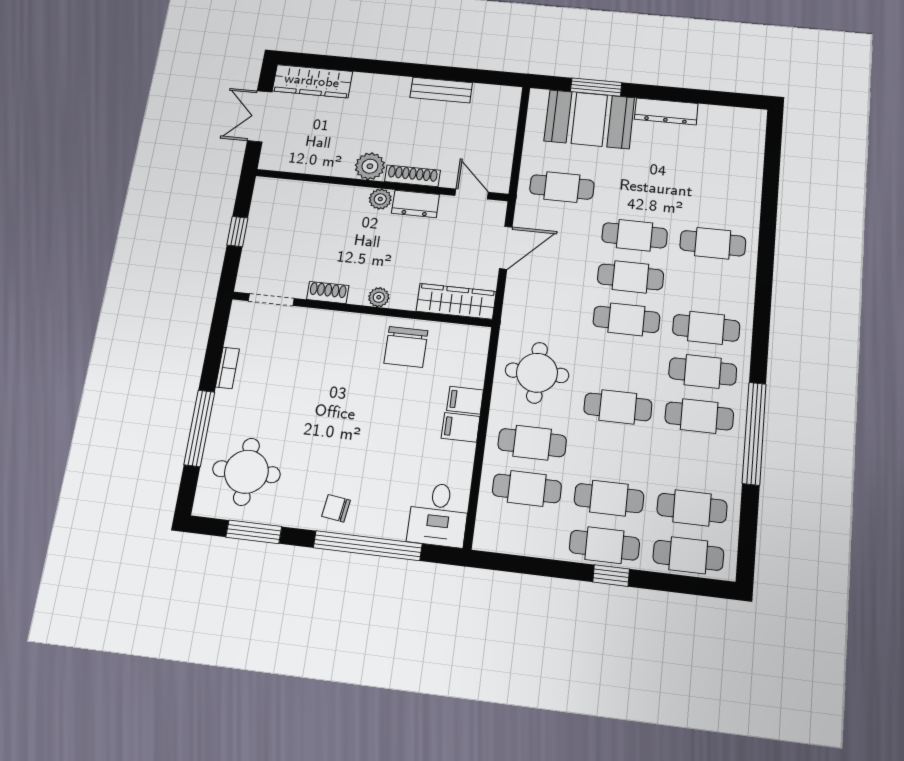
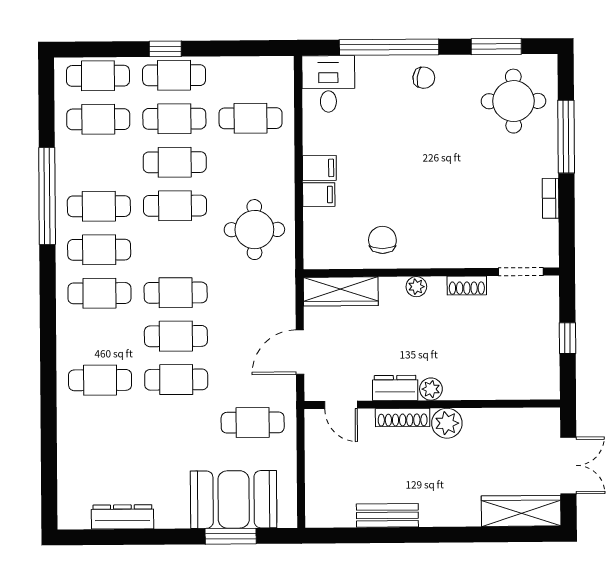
dresser: (666, 111) -> (122, 517), moved
chair: (406, 347) -> (382, 240), width x0.73, depth x0.73
cafe table: (532, 443) -> (175, 162), moved

